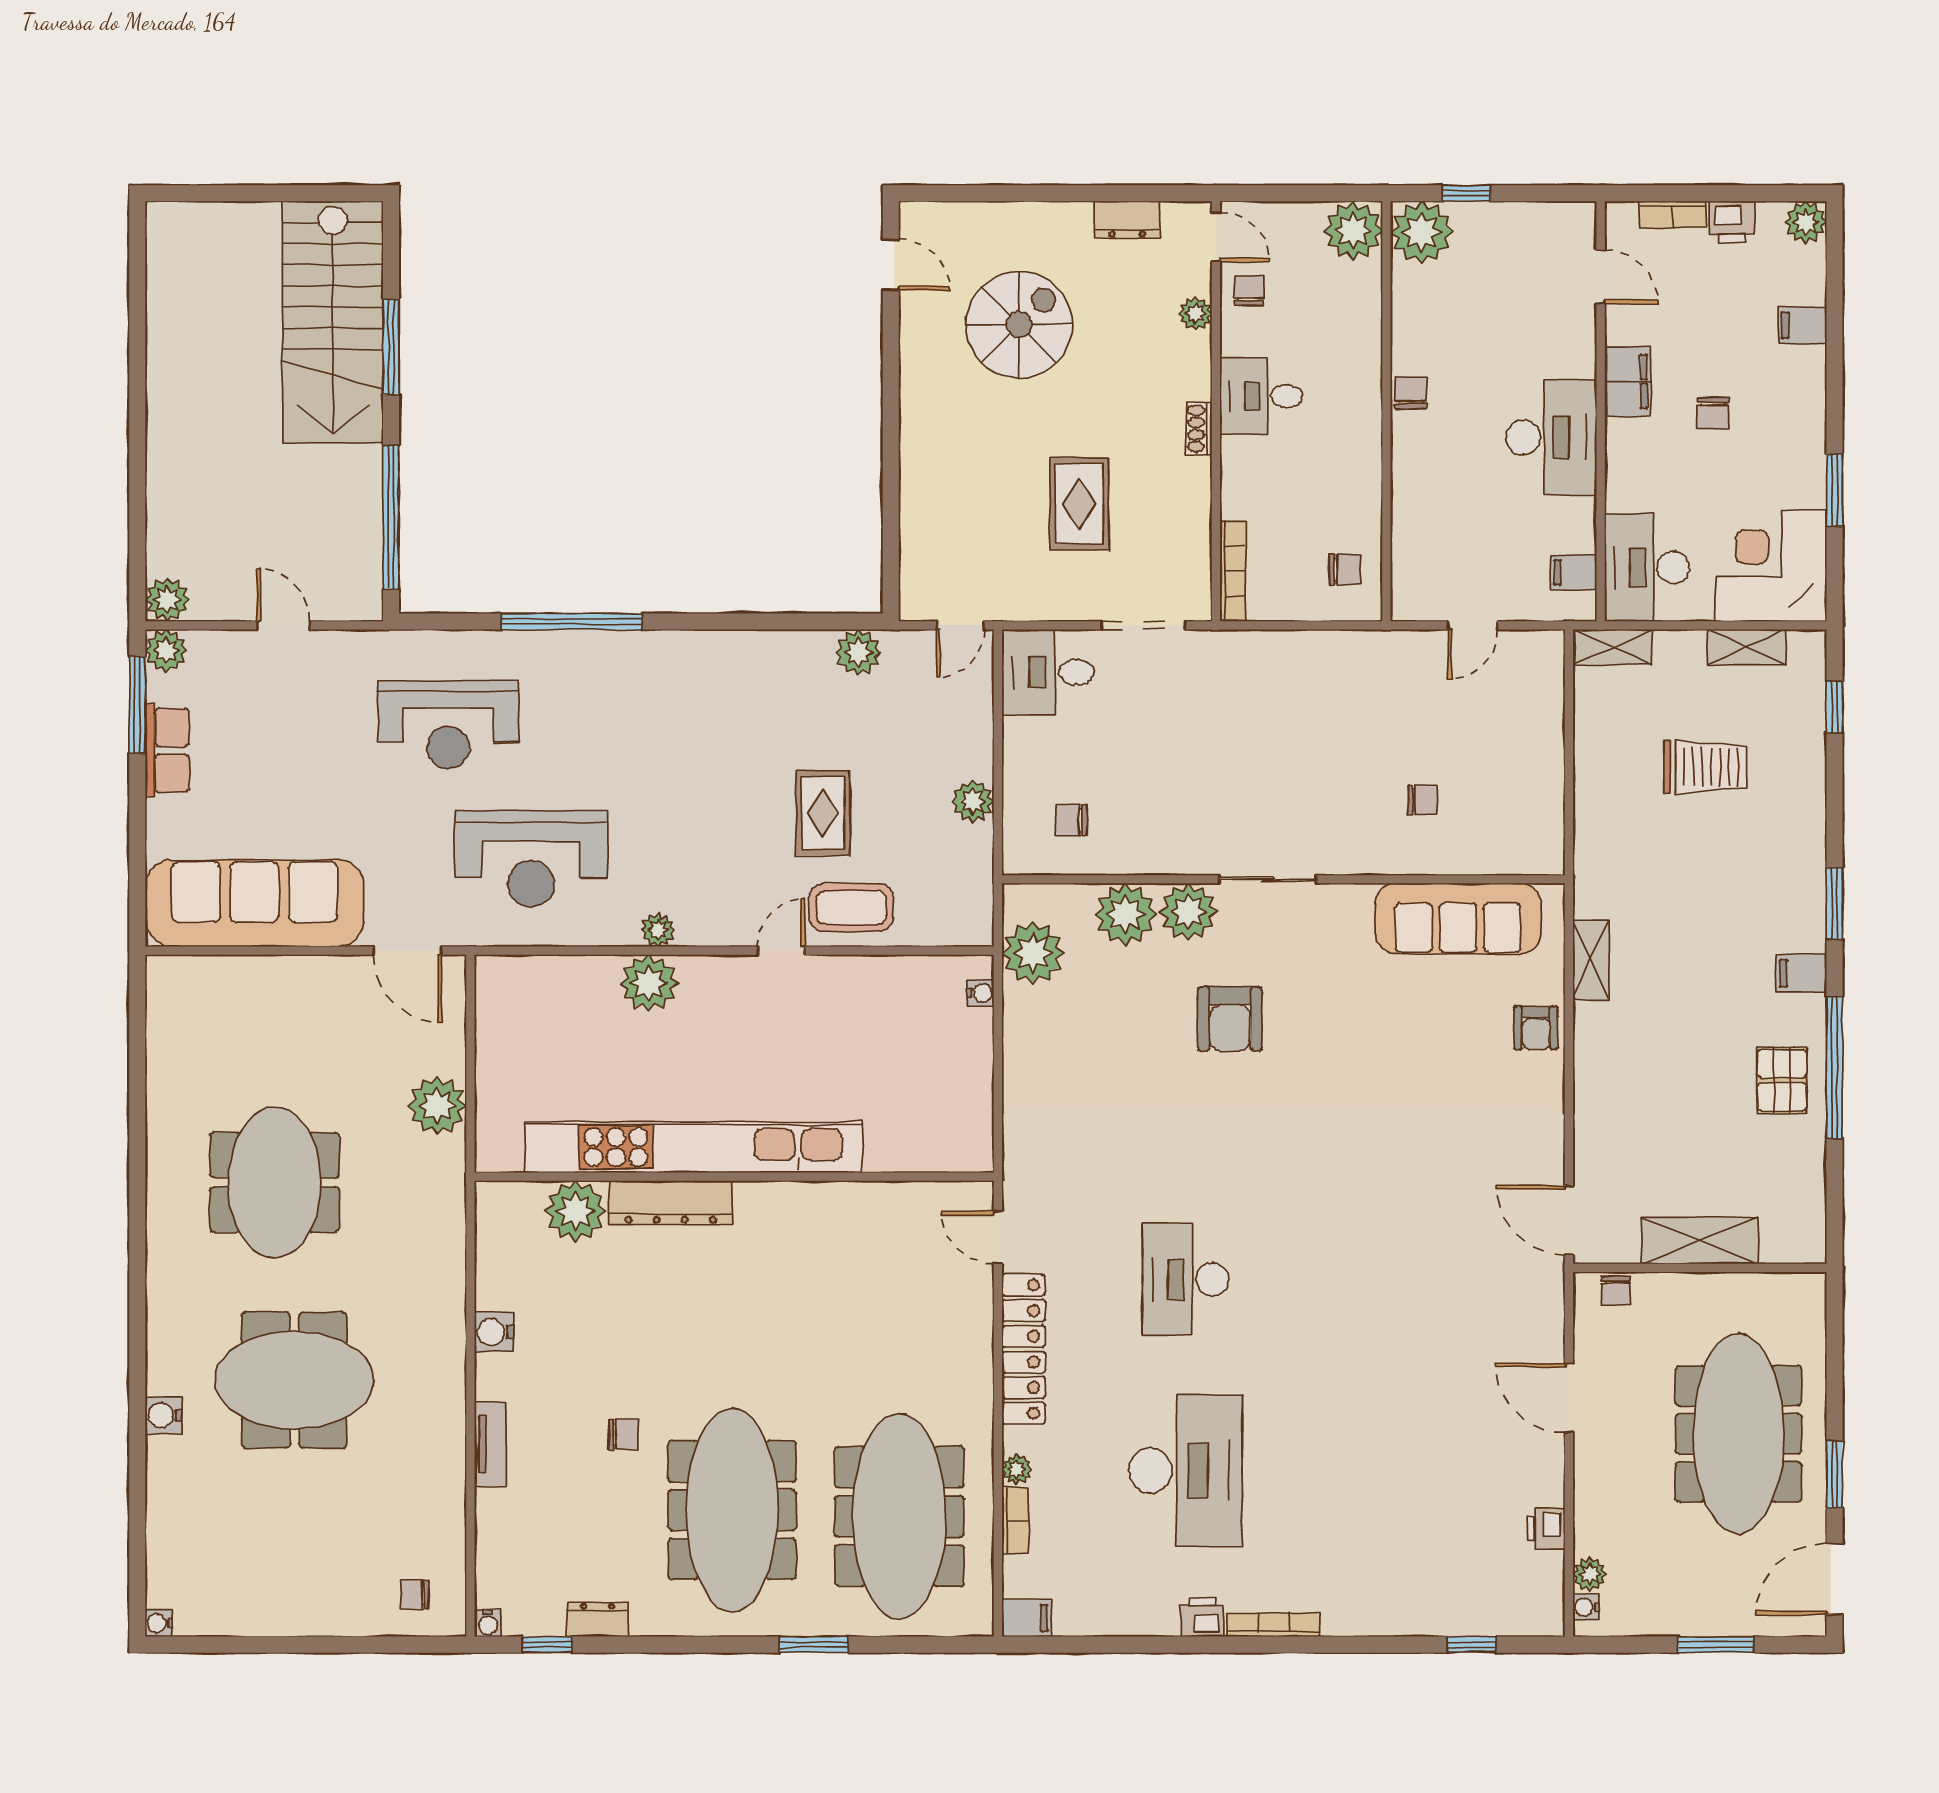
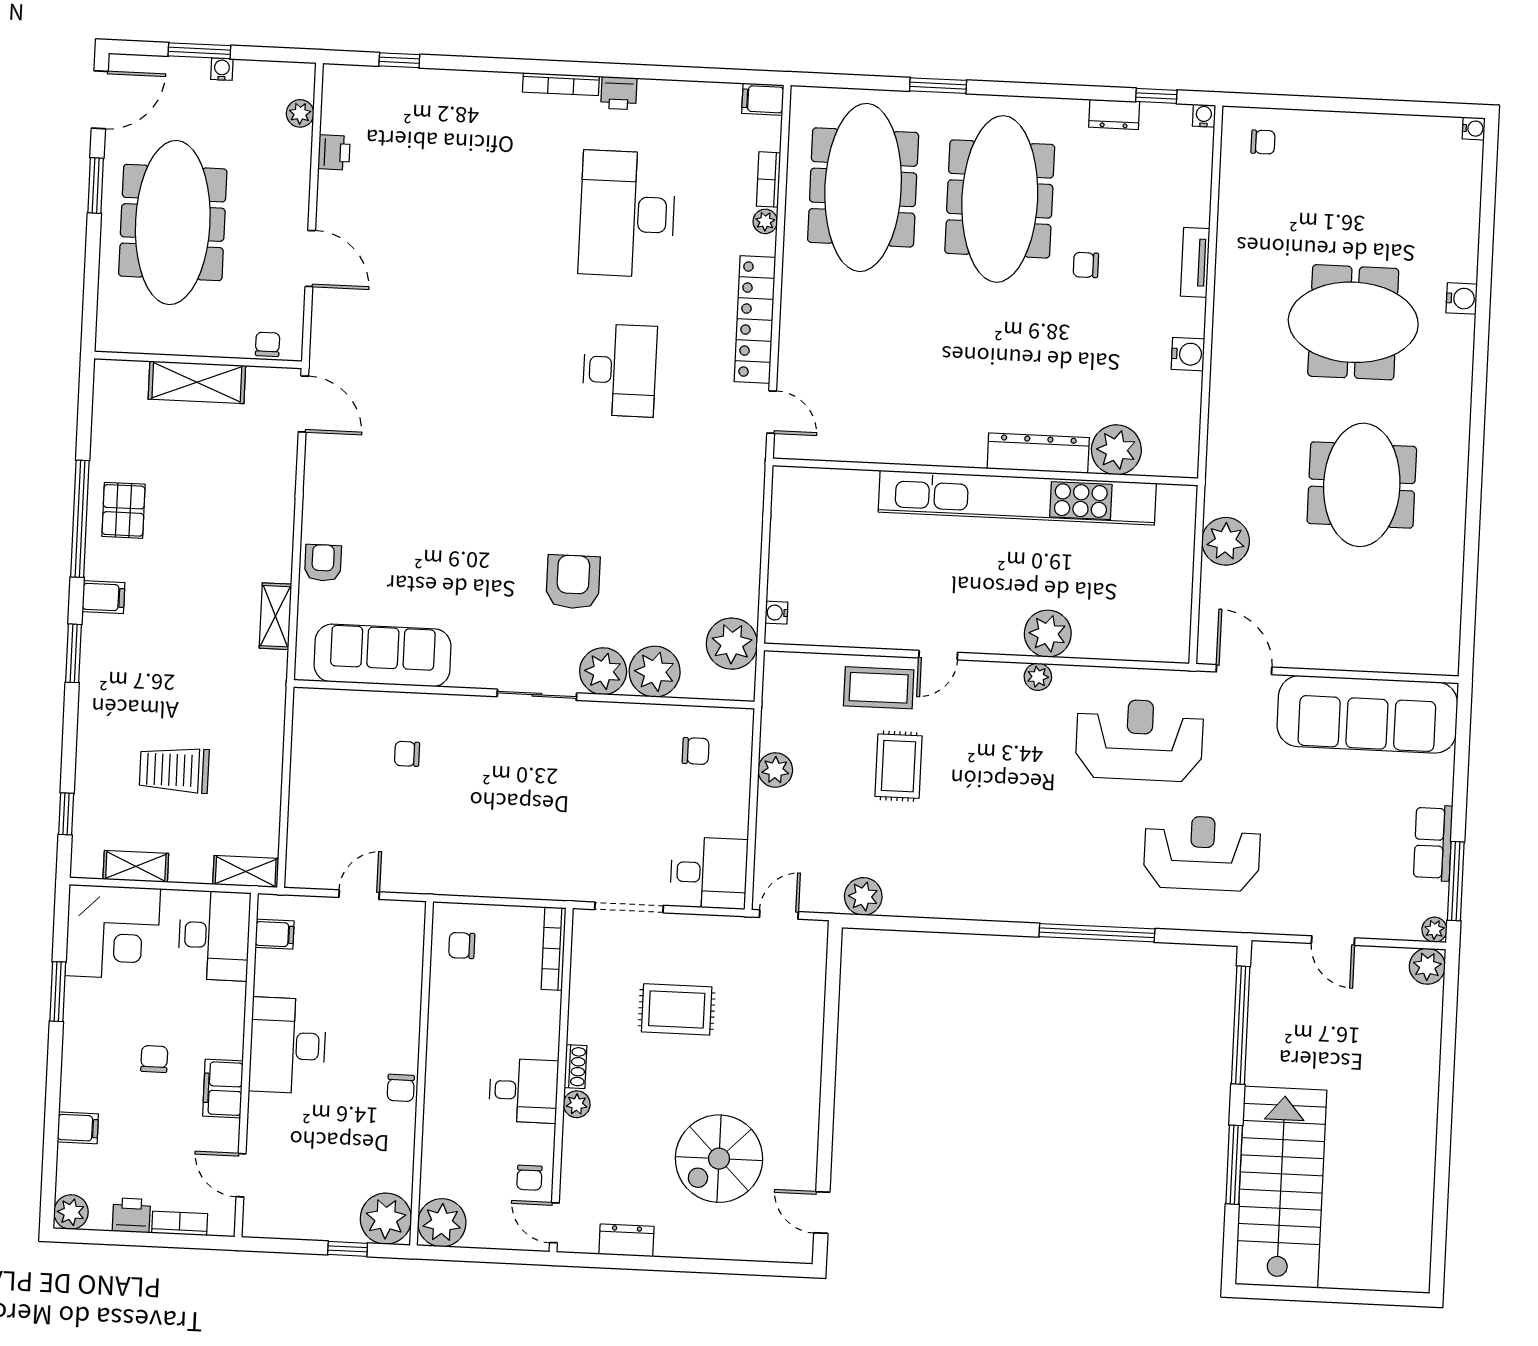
plant: (1196, 314) -> (577, 1104), moved
rug: (1079, 504) -> (677, 1009), turned 90
plant: (166, 650) -> (1434, 930), width x0.73, depth x0.73
water cooler: (1586, 1607) -> (222, 69), moved, turned -90

